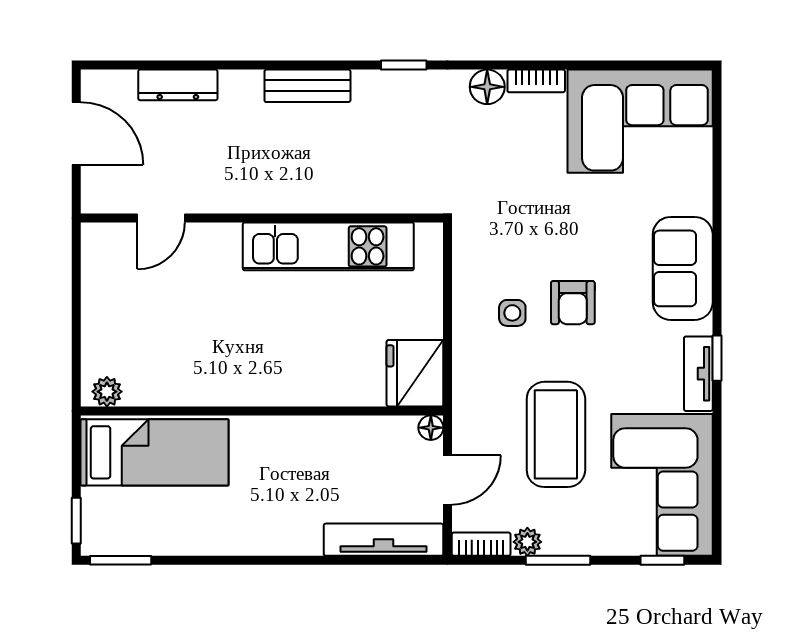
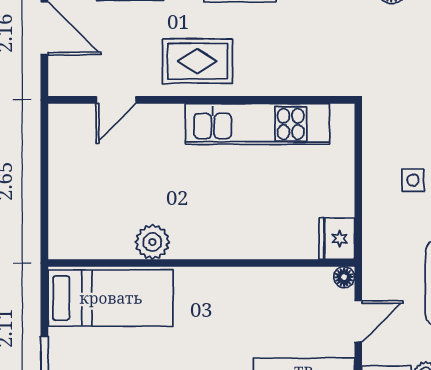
rug: (257, 172) -> (197, 61), added
fridge: (415, 373) -> (337, 239), width x0.73, depth x0.75
plant: (107, 392) -> (152, 242), moved, width x1.38, depth x1.38

